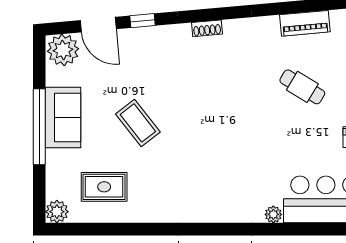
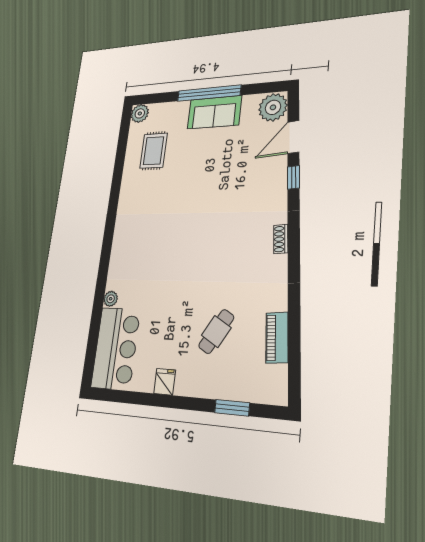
coffee table: (138, 123) -> (202, 177), removed

